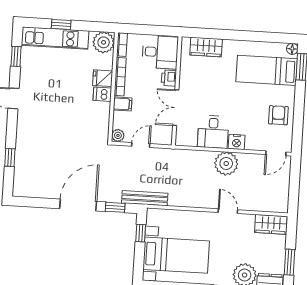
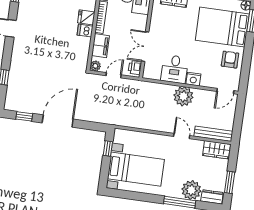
bed: (267, 70) -> (222, 27), width x1.50
printer: (169, 78) -> (135, 68), moved
filing cabinet: (123, 104) -> (100, 46), width x2.00
bench: (145, 198) -> (213, 134), moved
window: (115, 207) -> (24, 116), moved

